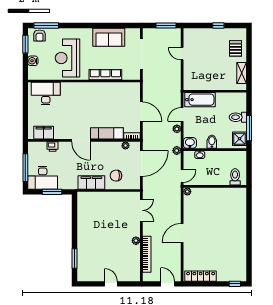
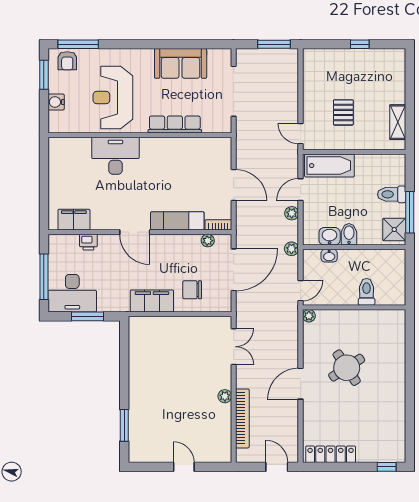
pallet: (236, 48) -> (343, 112), moved
door: (182, 54) -> (301, 134), moved
desk: (46, 94) -> (115, 156), moved
washbasin: (190, 143) -> (330, 236), moved
toilet: (235, 177) -> (367, 292), moved
round table: (210, 223) -> (347, 368), added

